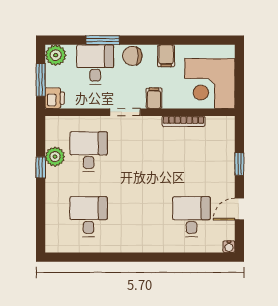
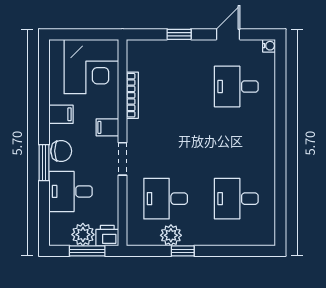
window: (103, 40) -> (44, 163), moved
plant: (56, 55) -> (83, 235), moved
chair: (132, 56) -> (61, 151), turned -90
door: (239, 209) -> (228, 34), swing flipped

